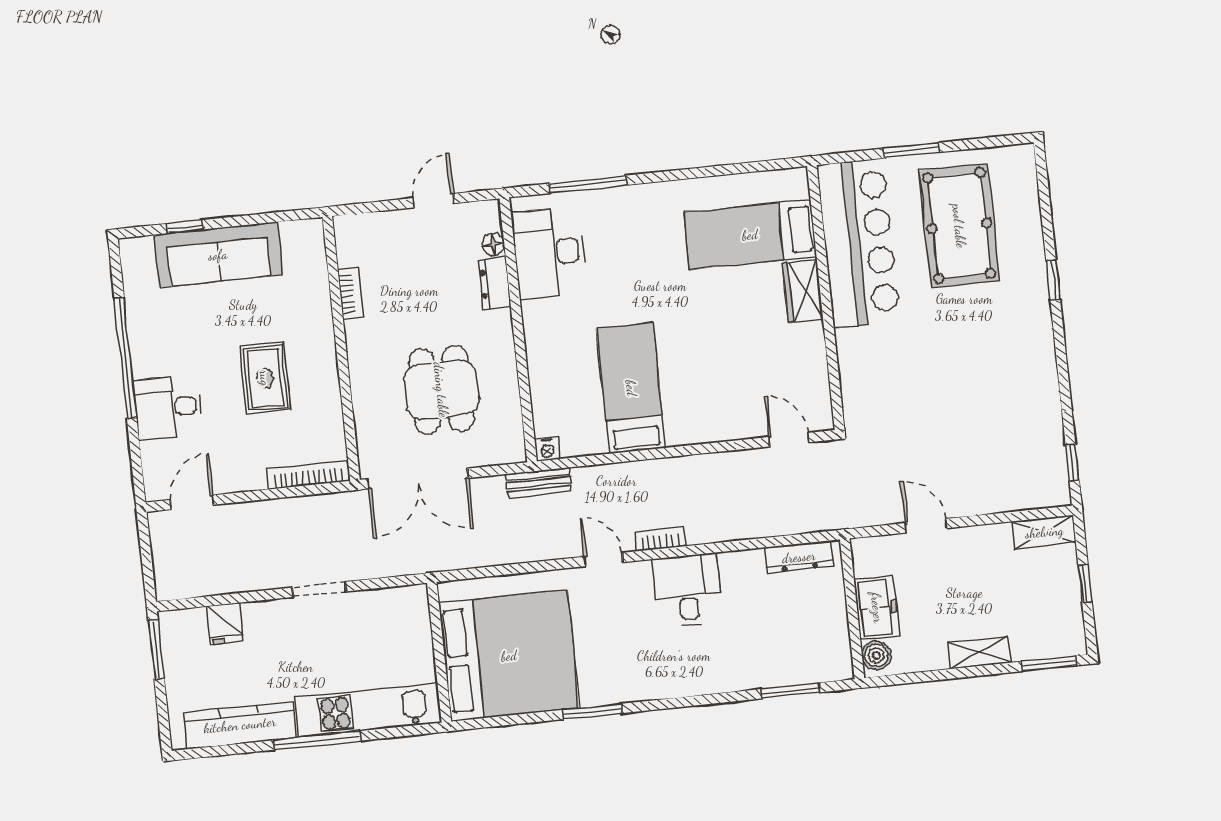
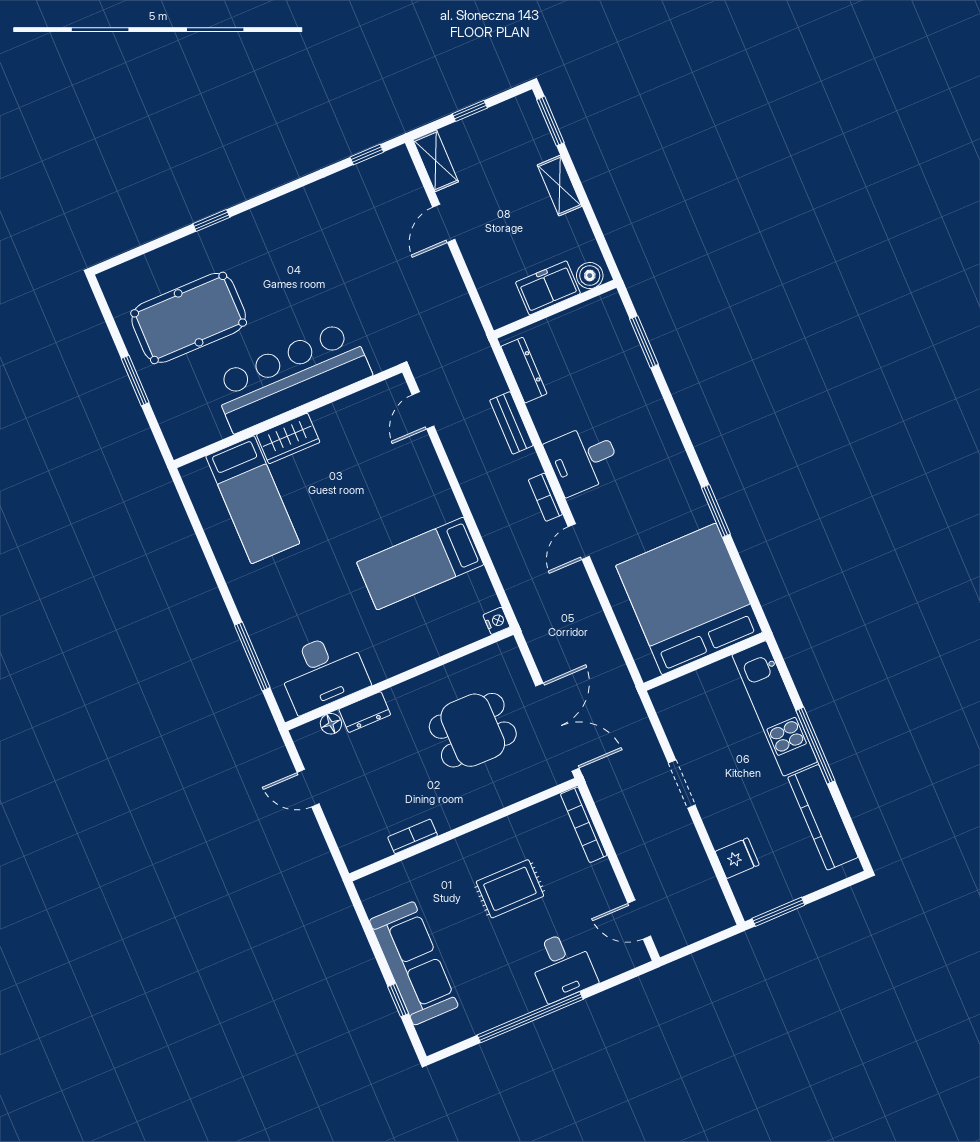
bar counter: (858, 243) -> (291, 377), moved
bench: (539, 483) -> (511, 423), moved
door: (926, 526) -> (444, 223), moved

